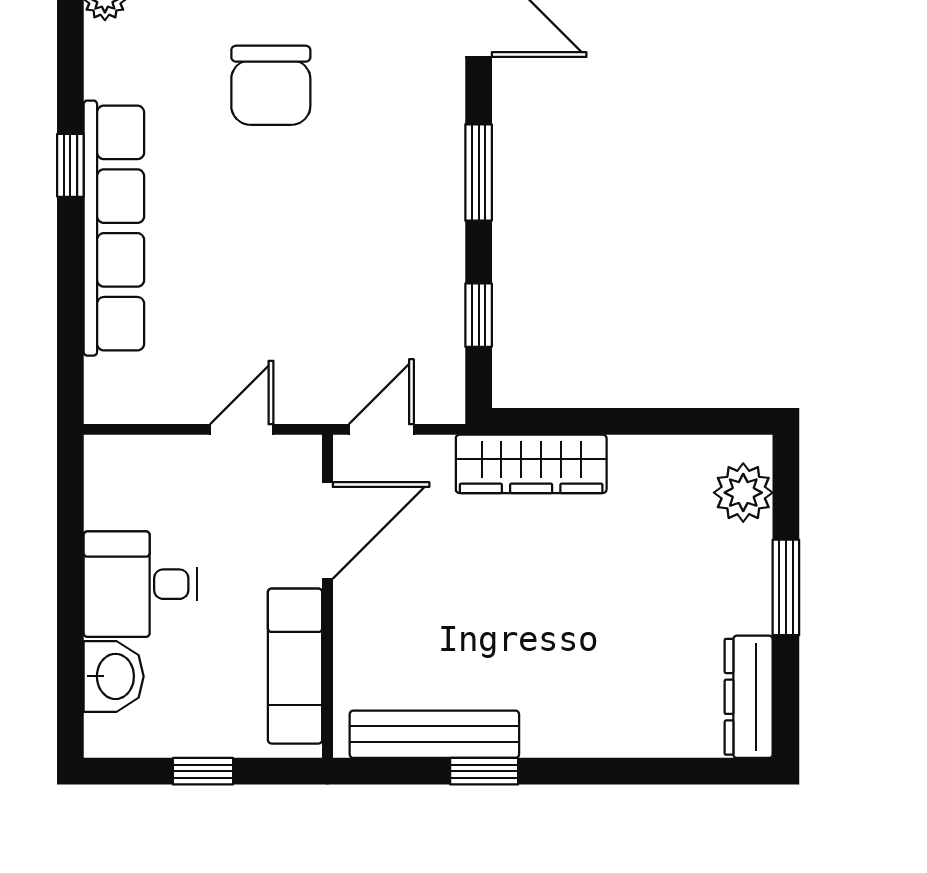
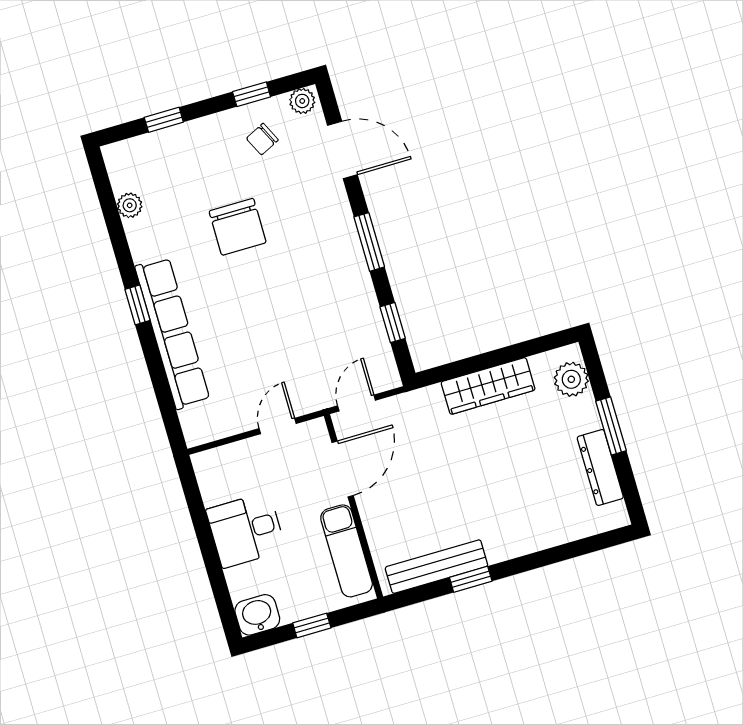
wardrobe: (531, 464) -> (488, 386), moved
washbasin: (114, 676) -> (257, 615), moved, turned -90
dresser: (749, 697) -> (600, 467), moved

